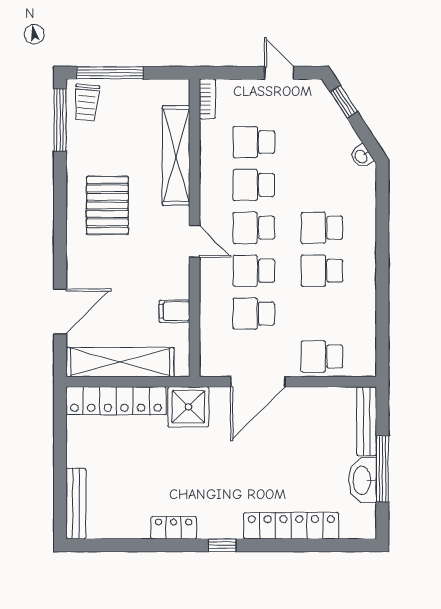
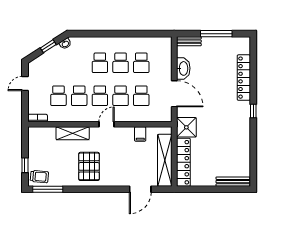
window: (110, 73) -> (25, 165), width x0.46
window: (344, 102) -> (48, 46), moved
shelving: (176, 155) -> (73, 133), width x0.68
pallet: (107, 205) -> (89, 166), turned 90
door: (60, 311) -> (140, 189), swing flipped
school desk: (322, 356) -> (141, 63), moved
bench: (367, 421) -> (189, 41), width x0.73
washbasin: (363, 480) -> (183, 68), moved, turned -90
locker: (174, 528) -> (245, 134), removed

